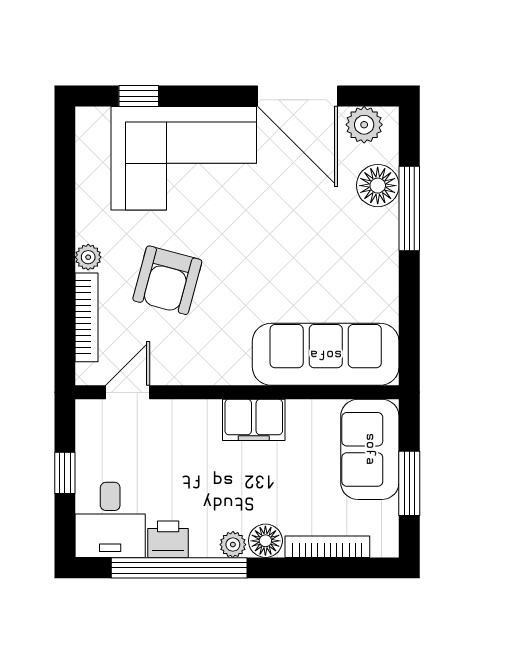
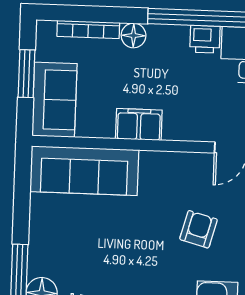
armchair: (167, 280) -> (198, 229), width x0.72, depth x0.72
plant: (233, 545) -> (158, 34), removed

